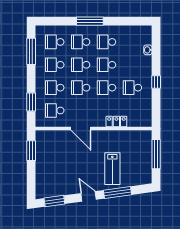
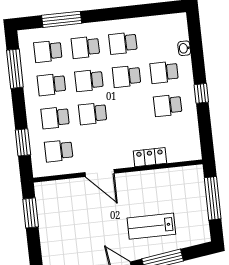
window: (90, 21) -> (62, 19), moved
school desk: (107, 88) -> (164, 72), moved
lab bench: (112, 169) -> (151, 226), turned 90

